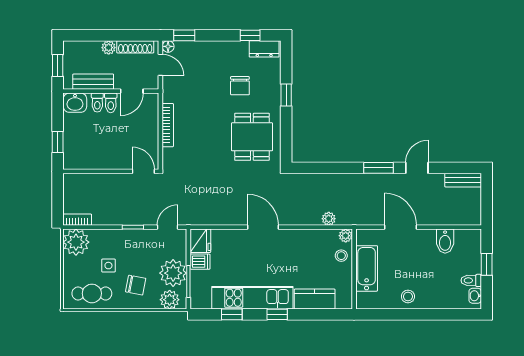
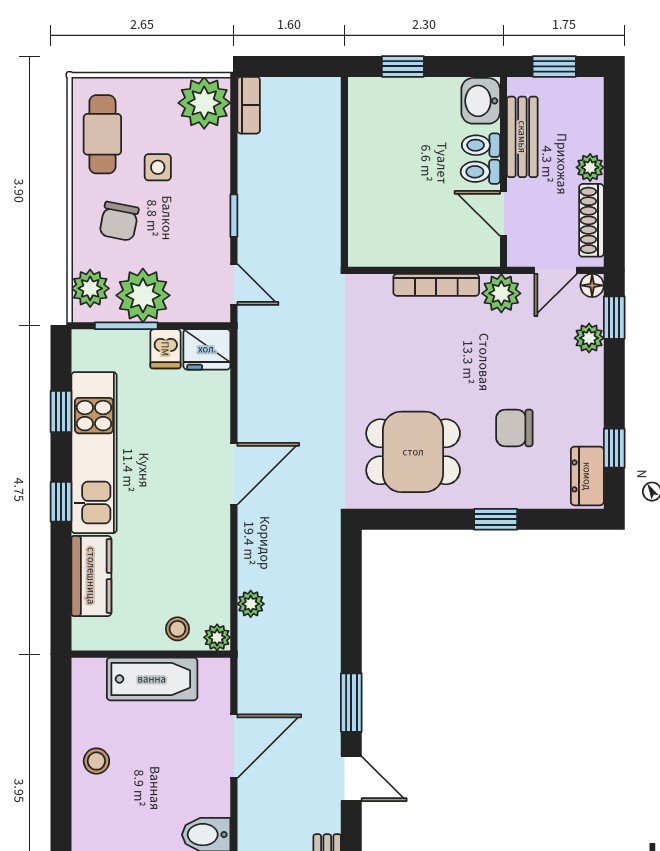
plant: (195, 48) -> (589, 338), added
plant: (172, 92) -> (501, 293), added
door: (143, 171) -> (344, 236), removed

